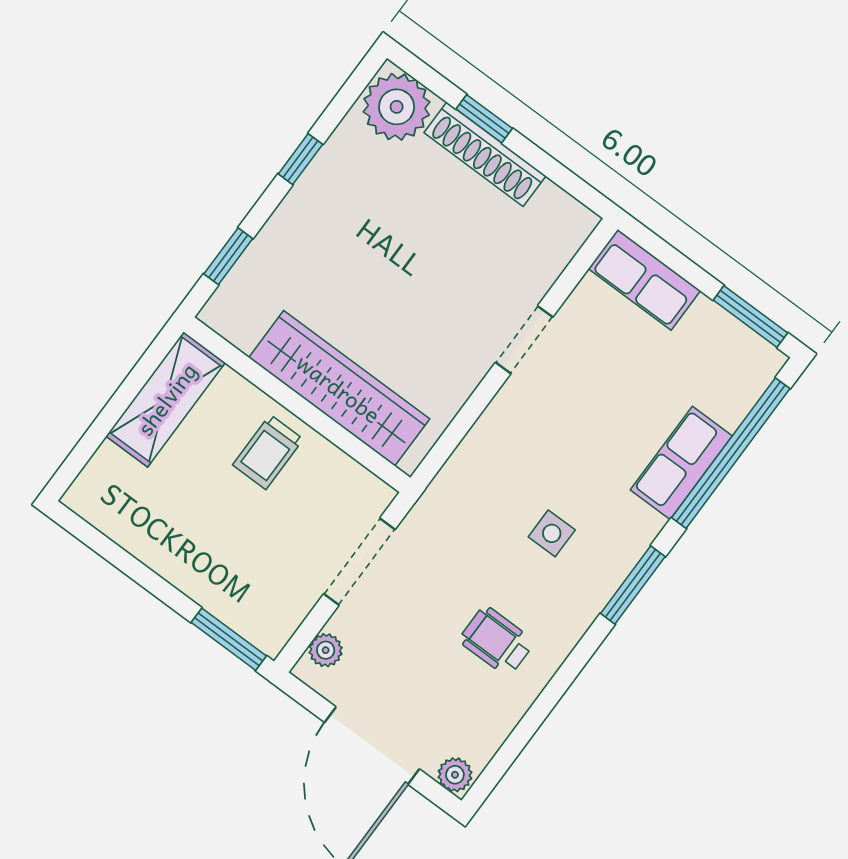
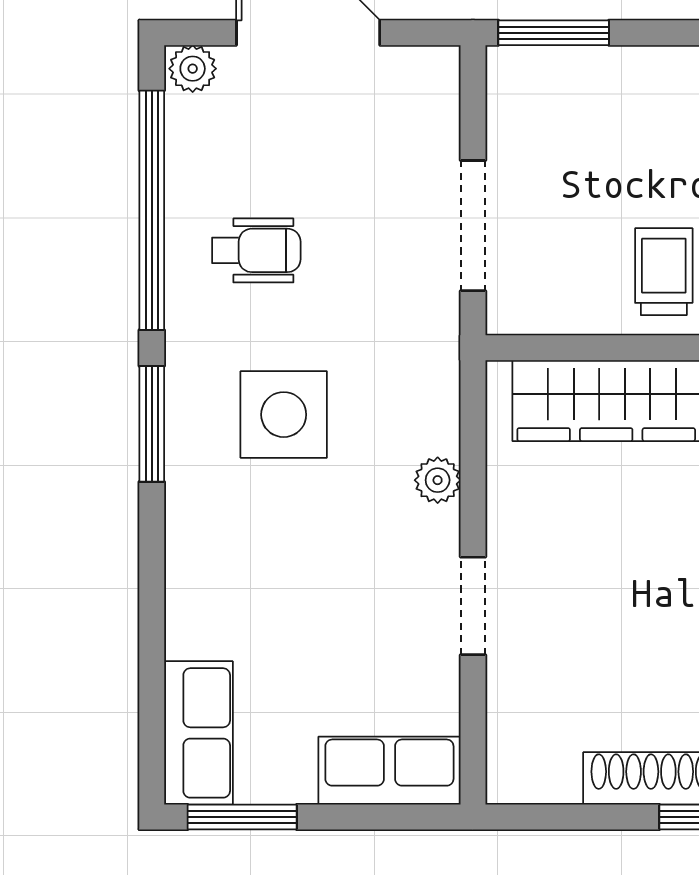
window: (731, 453) -> (152, 210), moved
row of seats: (681, 463) -> (198, 733), moved
side table: (552, 533) -> (284, 415), width x1.87, depth x1.87
plant: (326, 650) -> (438, 480), moved

